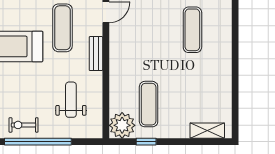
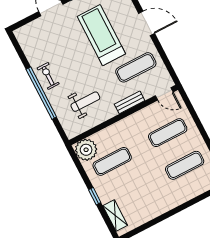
exercise mat: (149, 30) -> (168, 133), added
window: (146, 142) -> (95, 196), moved

